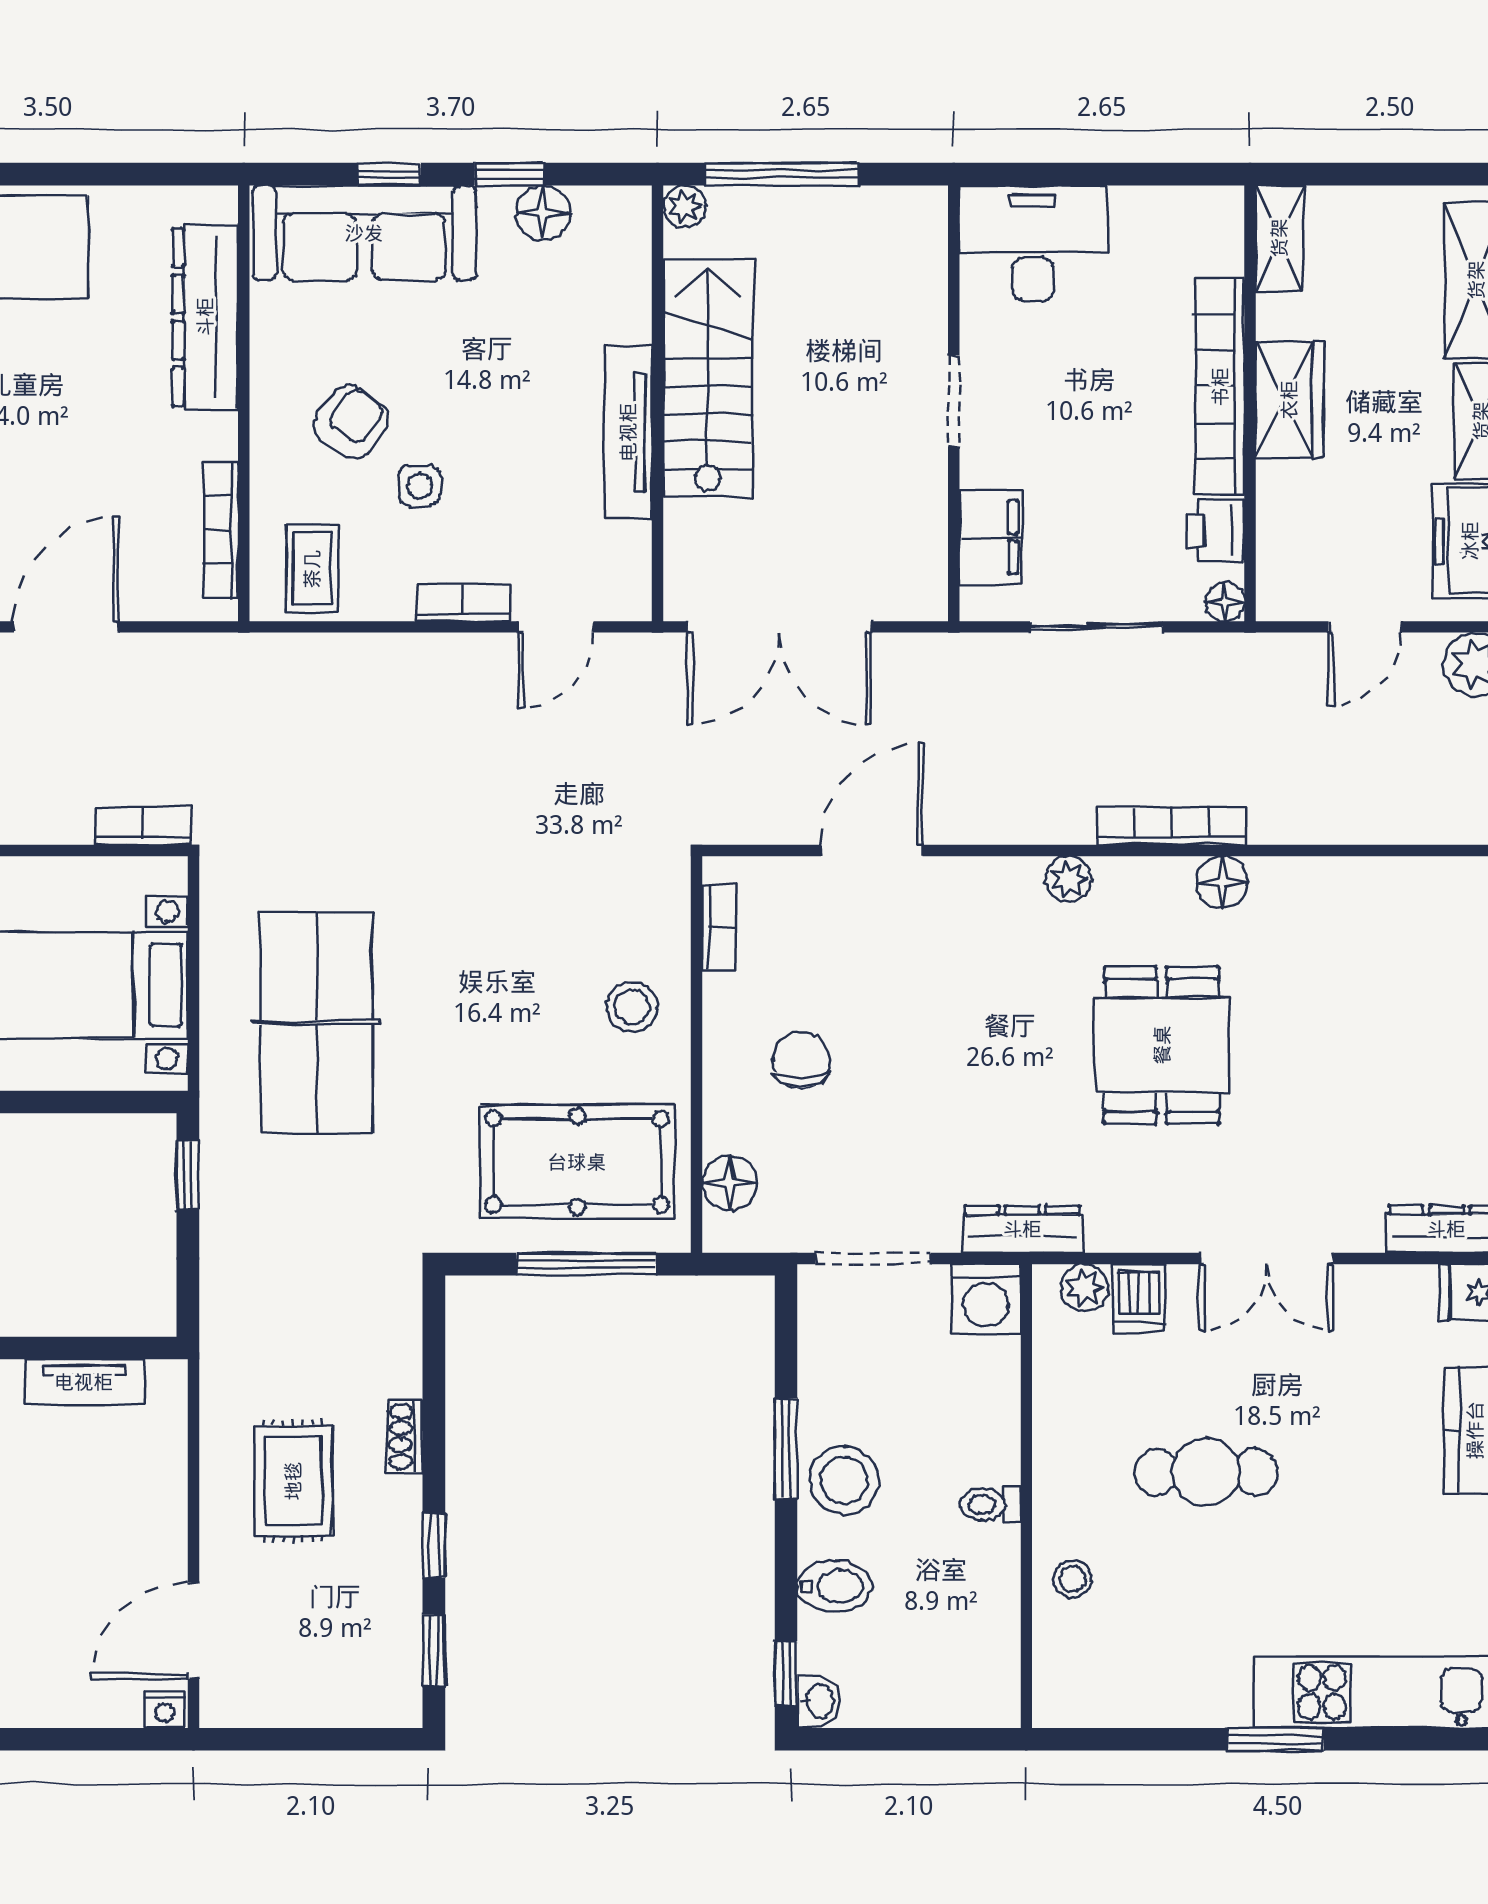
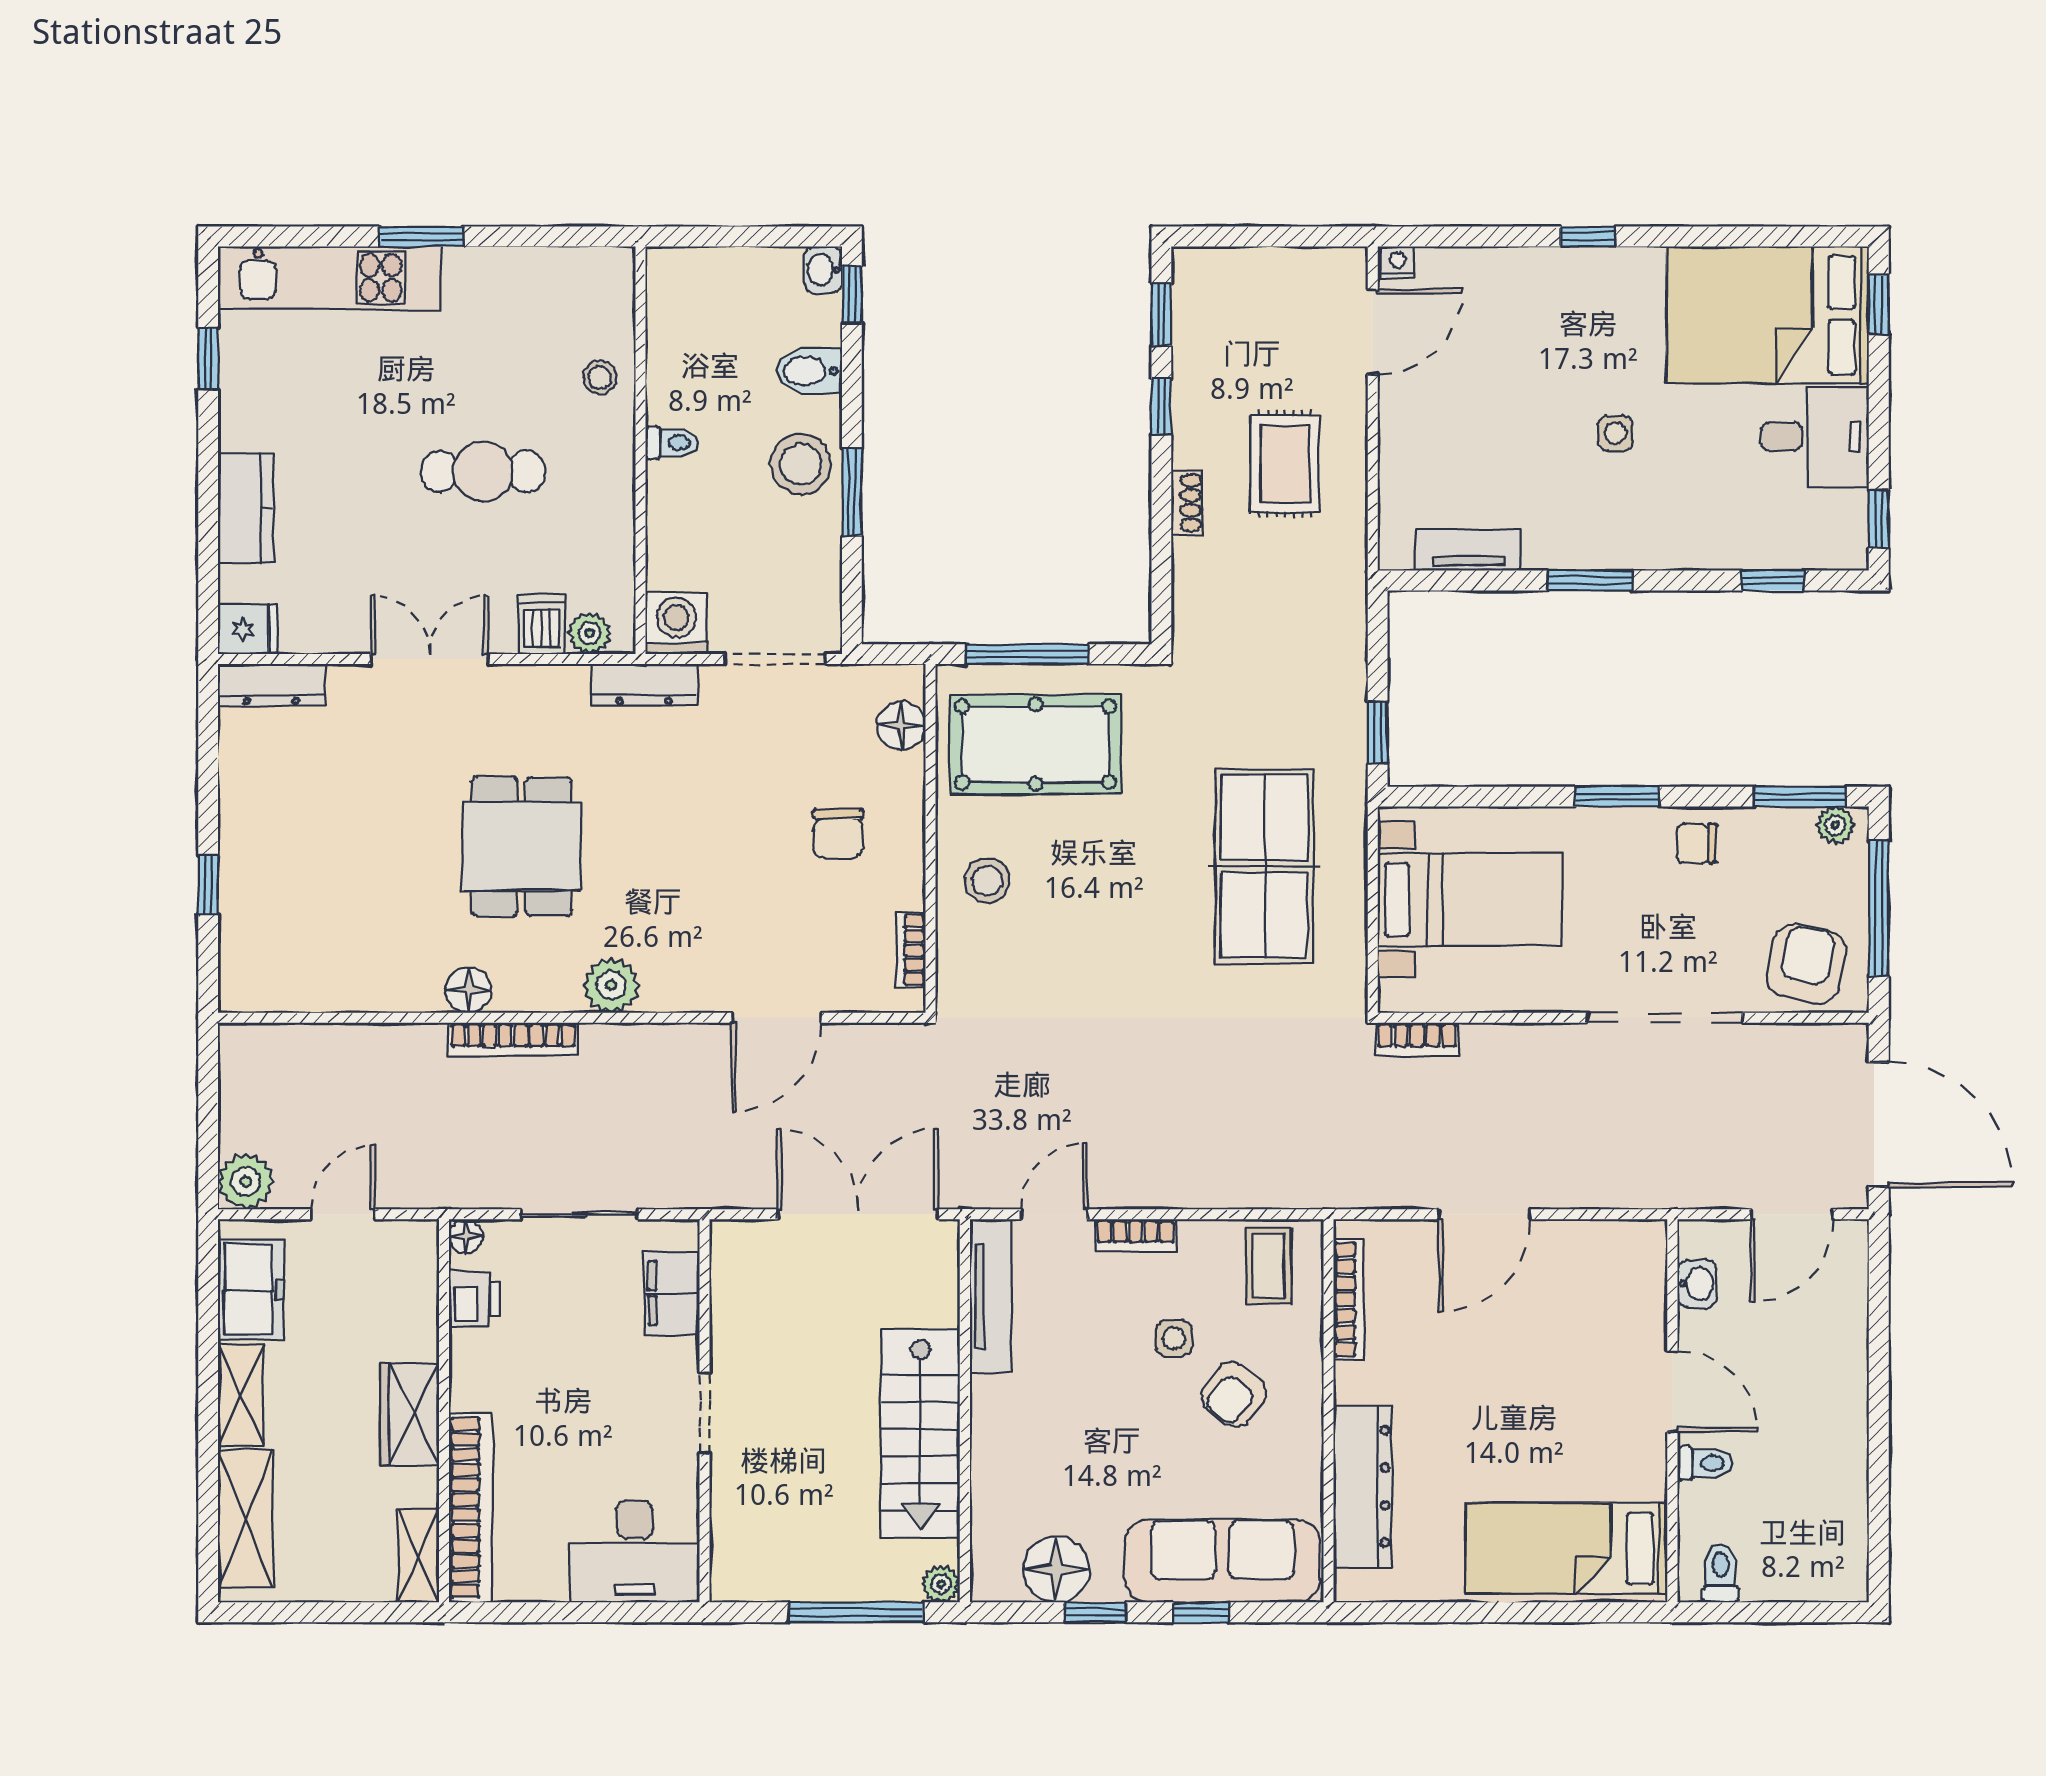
floor lamp: (543, 213) -> (1056, 1569), width x1.38, depth x1.38
bookcase: (1220, 387) -> (470, 1508), moved
tv unit: (628, 432) -> (990, 1296), moved
plant: (1068, 879) -> (611, 985), width x1.38, depth x1.38

